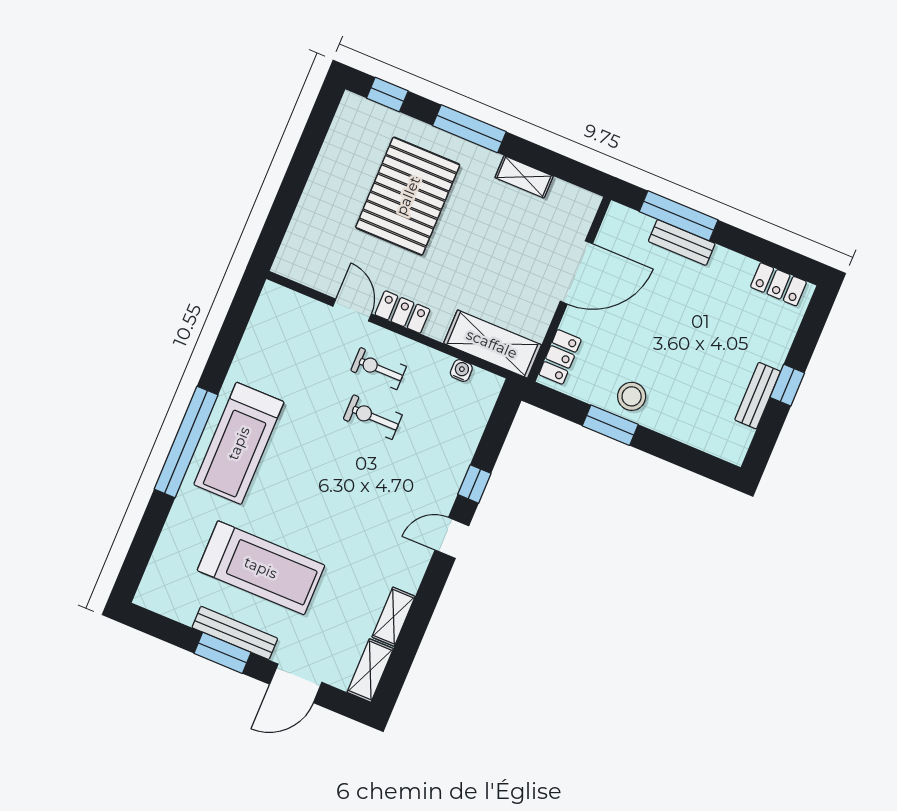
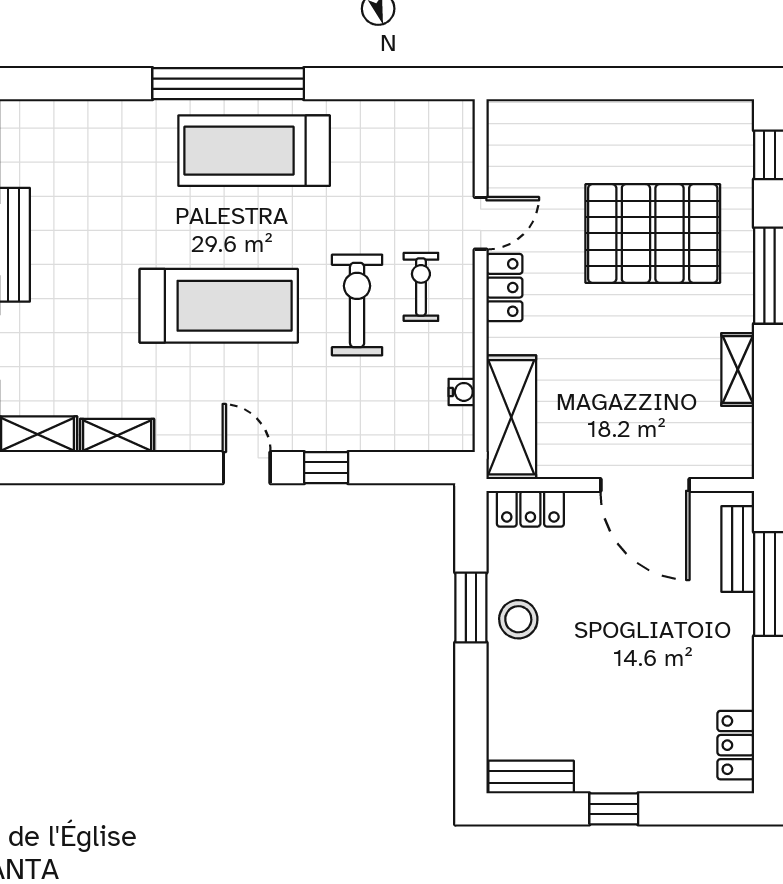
bench: (682, 242) -> (738, 549), moved
bench: (758, 396) -> (531, 777), moved
exercise bike: (373, 417) -> (357, 305), width x1.38, depth x1.39
treadmill: (261, 568) -> (219, 306), moved, turned -90

